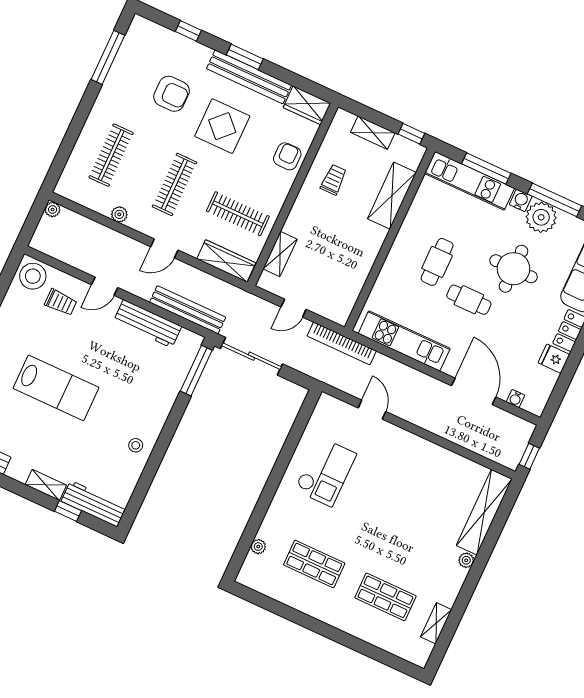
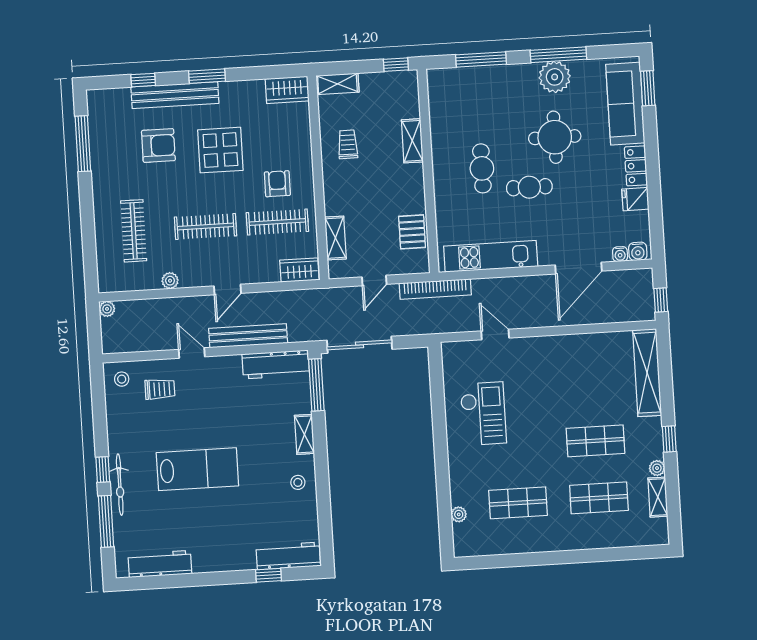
bench: (249, 77) -> (175, 95), moved
shelving: (373, 133) -> (337, 84), moved
armchair: (287, 156) -> (277, 184), moved
kitchen unit: (470, 181) -> (472, 79), removed
clothes rail: (174, 184) -> (206, 226), turned 90
shelving: (392, 196) -> (412, 141), width x0.67, depth x0.75
water cooler: (521, 200) -> (638, 251), moved, turned 180
wardrobe: (226, 261) -> (299, 270), width x0.67
stool: (33, 276) -> (122, 379), width x0.53, depth x0.53
pallet: (348, 284) -> (412, 232), added
door: (105, 286) -> (192, 353), swing flipped
bench: (188, 310) -> (248, 336), moved
workbench: (148, 324) -> (276, 364), moved
door: (474, 391) -> (579, 268), swing flipped
shelving: (46, 485) -> (304, 434), moved, turned 90
shop shelf: (409, 547) -> (595, 441), added
plant: (466, 560) -> (657, 468), moved
window: (472, 579) -> (669, 439), added

